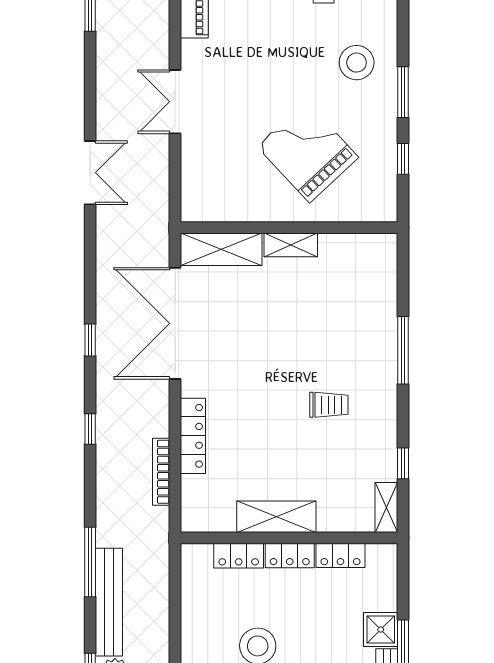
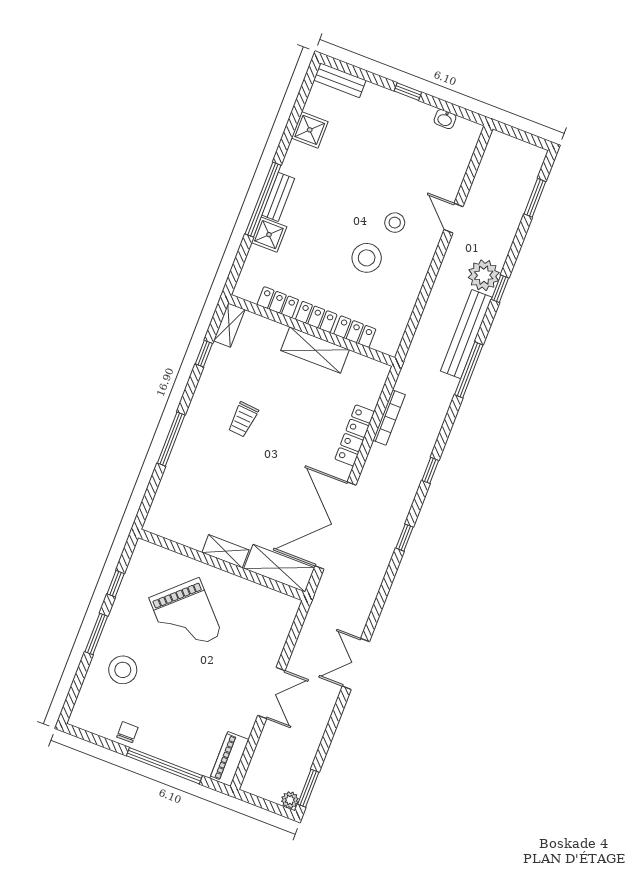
double door: (175, 323) -> (336, 526), swing flipped
trolley: (329, 405) -> (243, 419), turned -85

